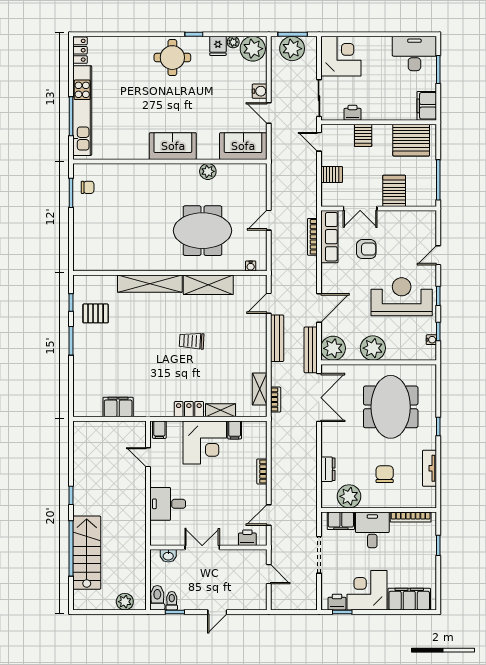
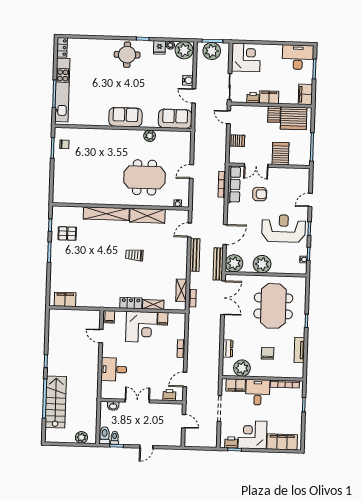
filing cabinet: (375, 111) -> (269, 97), added
server rack: (363, 135) -> (274, 114), moved
filing cabinet: (118, 407) -> (65, 299), moved

